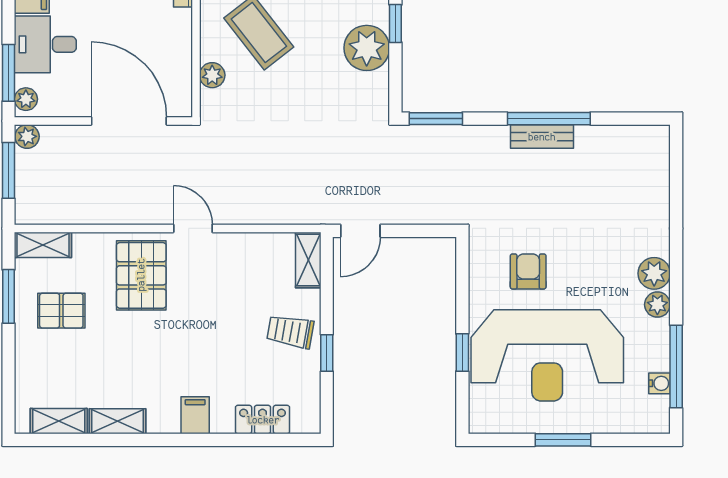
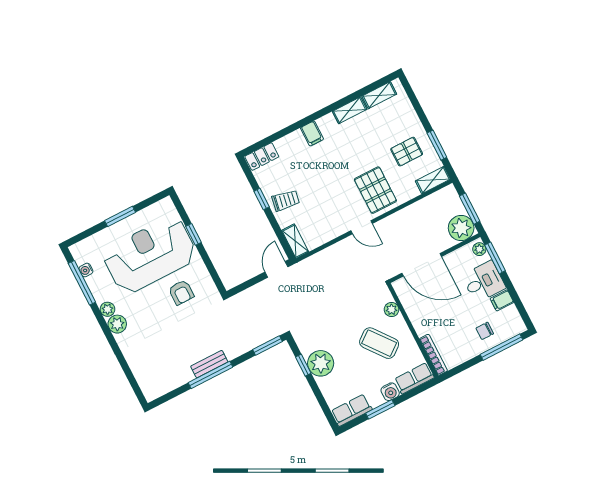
window: (395, 24) -> (303, 365), moved
plant: (27, 136) -> (461, 228), width x1.88, depth x1.88
locker: (263, 420) -> (262, 157), moved

